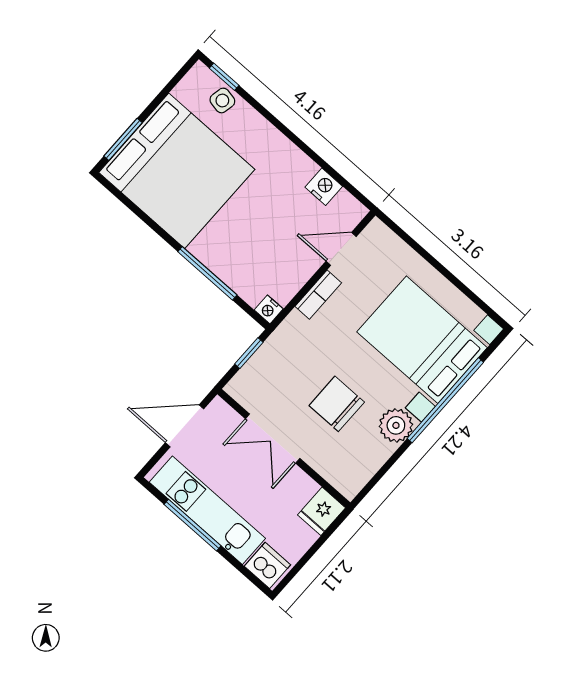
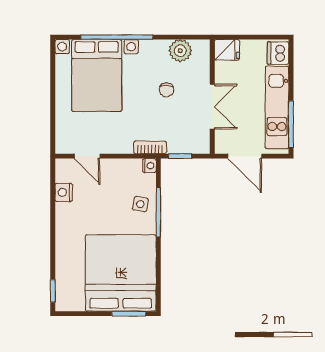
side table: (222, 100) -> (140, 204), moved
bookcase: (318, 295) -> (150, 147), moved
chair: (337, 404) -> (166, 90), width x0.54, depth x0.54
plant: (396, 425) -> (180, 51), moved
window: (192, 525) -> (291, 124), moved

